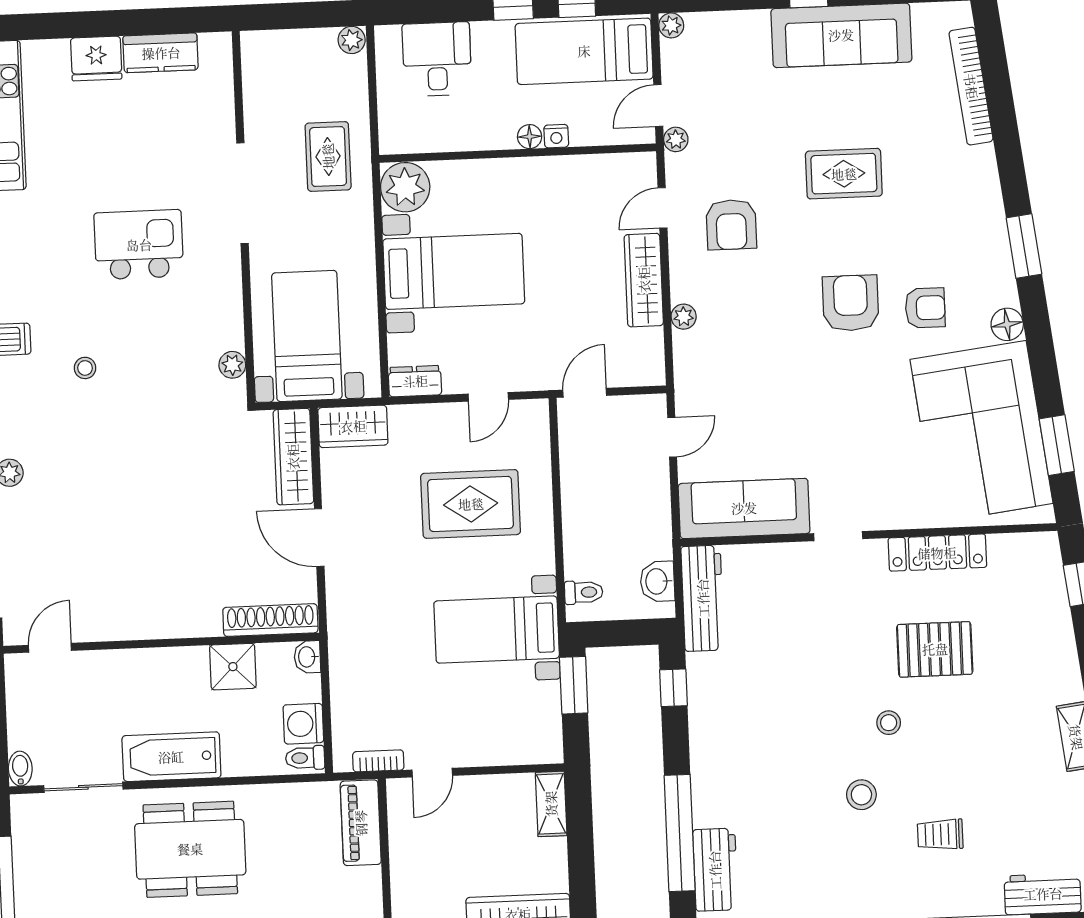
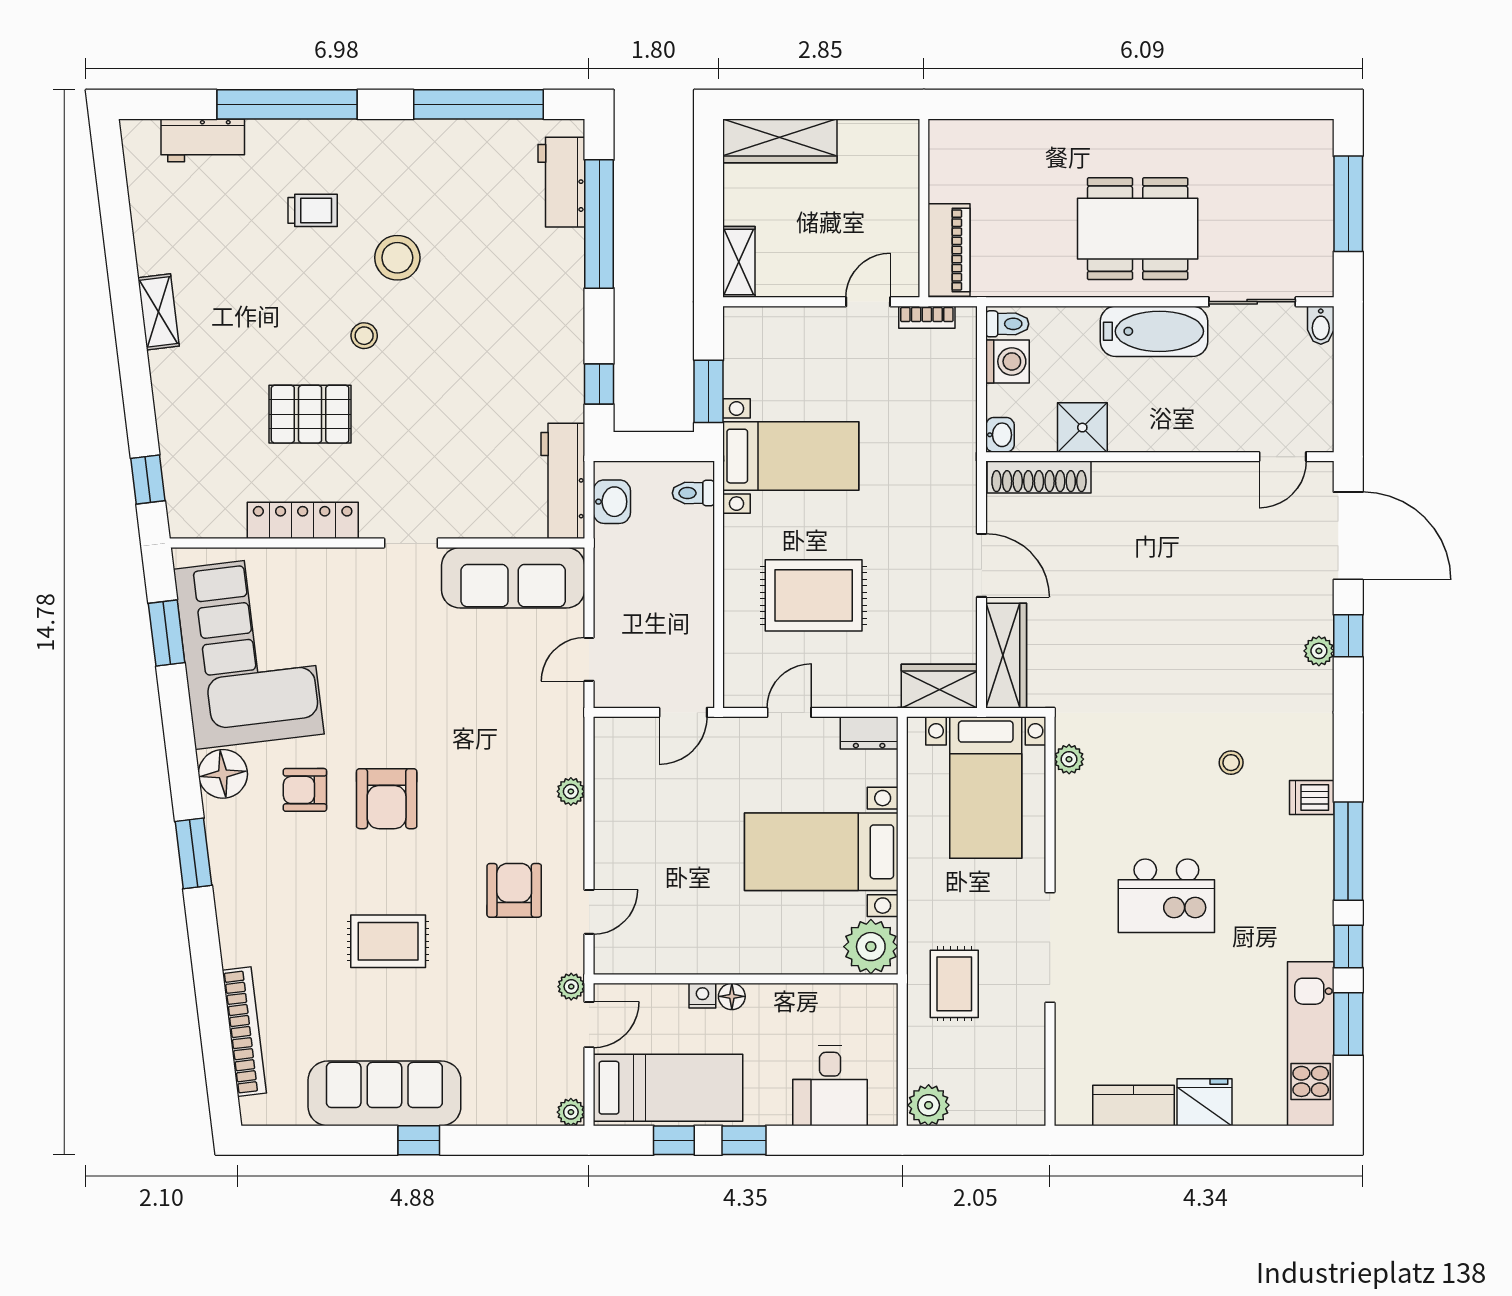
plant: (352, 40) -> (929, 1105), width x1.38, depth x1.38
wardrobe: (644, 280) -> (613, 833), removed
floor lamp: (1007, 324) -> (223, 774), width x1.38, depth x1.38
stool: (861, 795) -> (397, 258), width x1.38, depth x1.38

